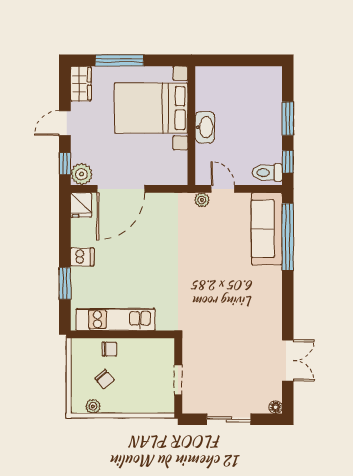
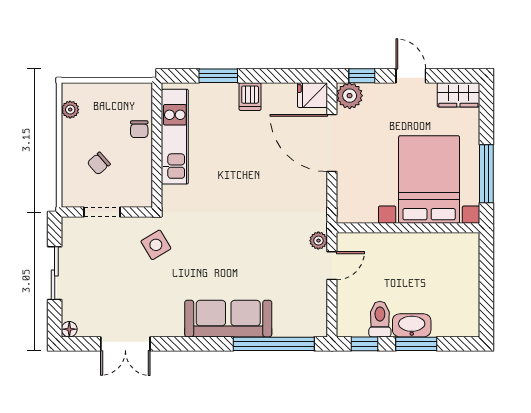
window: (120, 60) -> (486, 174), moved
washbasin: (205, 127) -> (412, 325), moved, turned 180
toilet: (267, 173) -> (380, 319), moved
sofa: (267, 229) -> (228, 319), moved
side table: (205, 335) -> (156, 245), added
chair: (105, 379) -> (99, 163), moved

